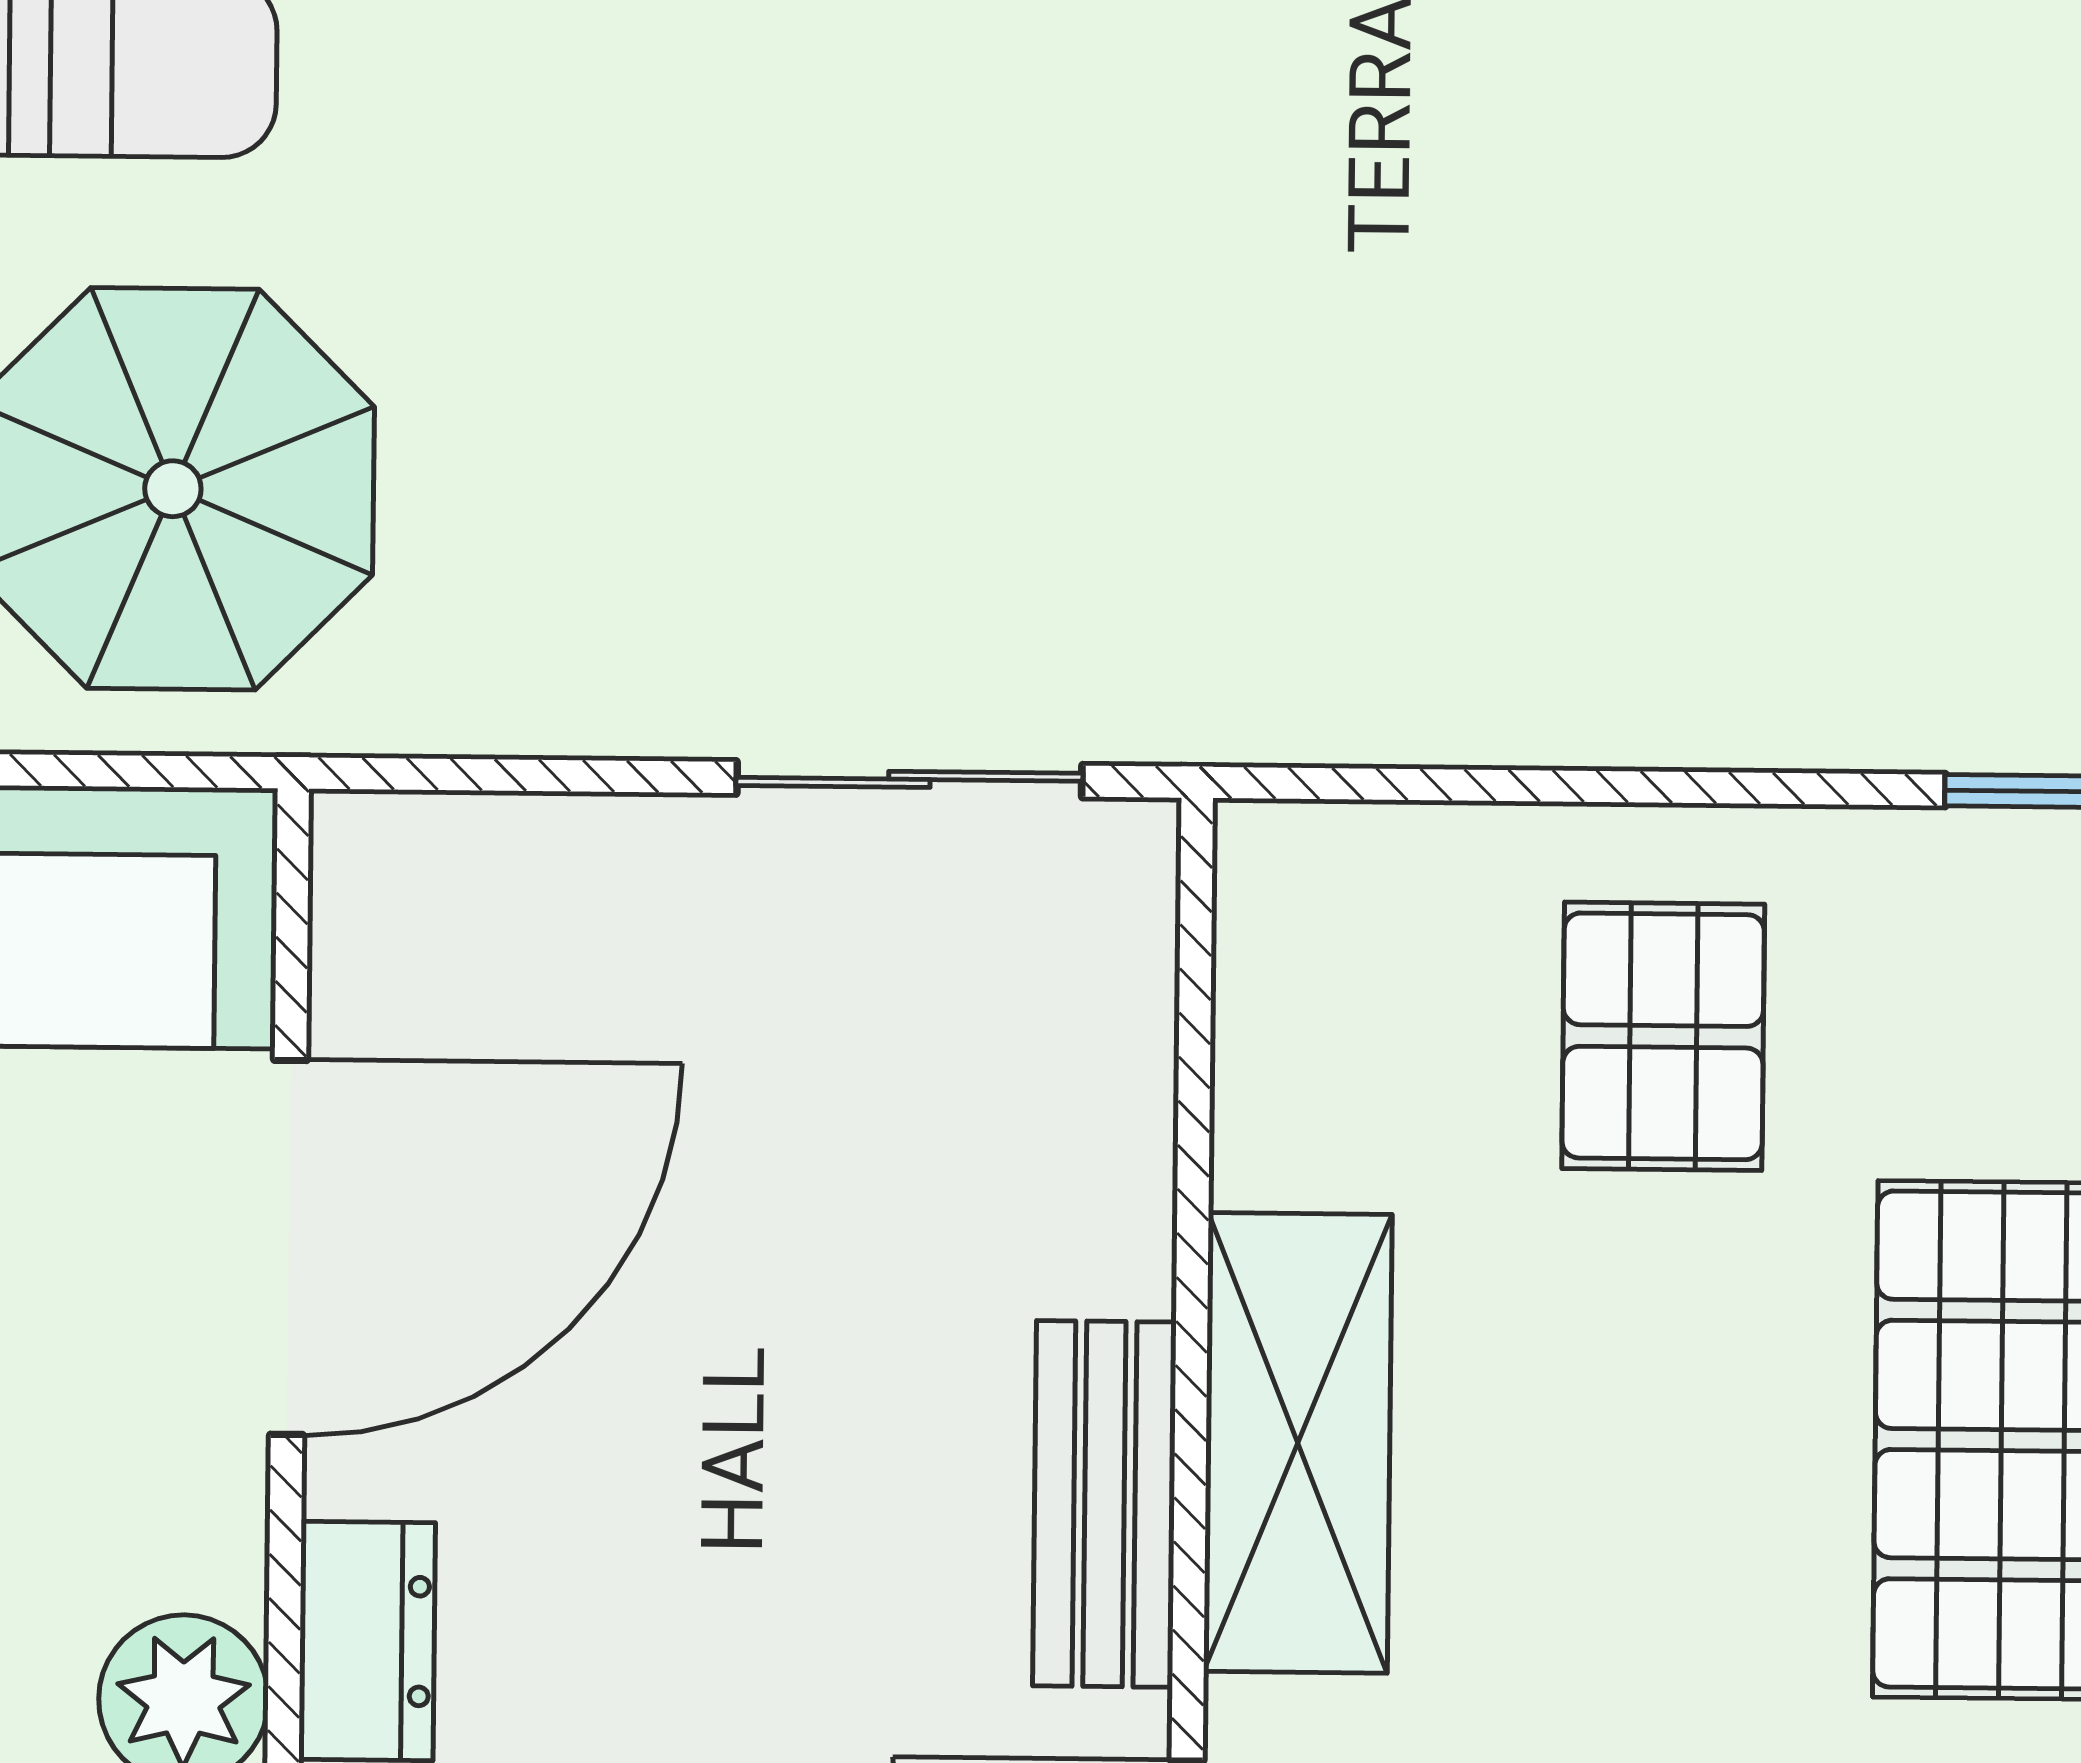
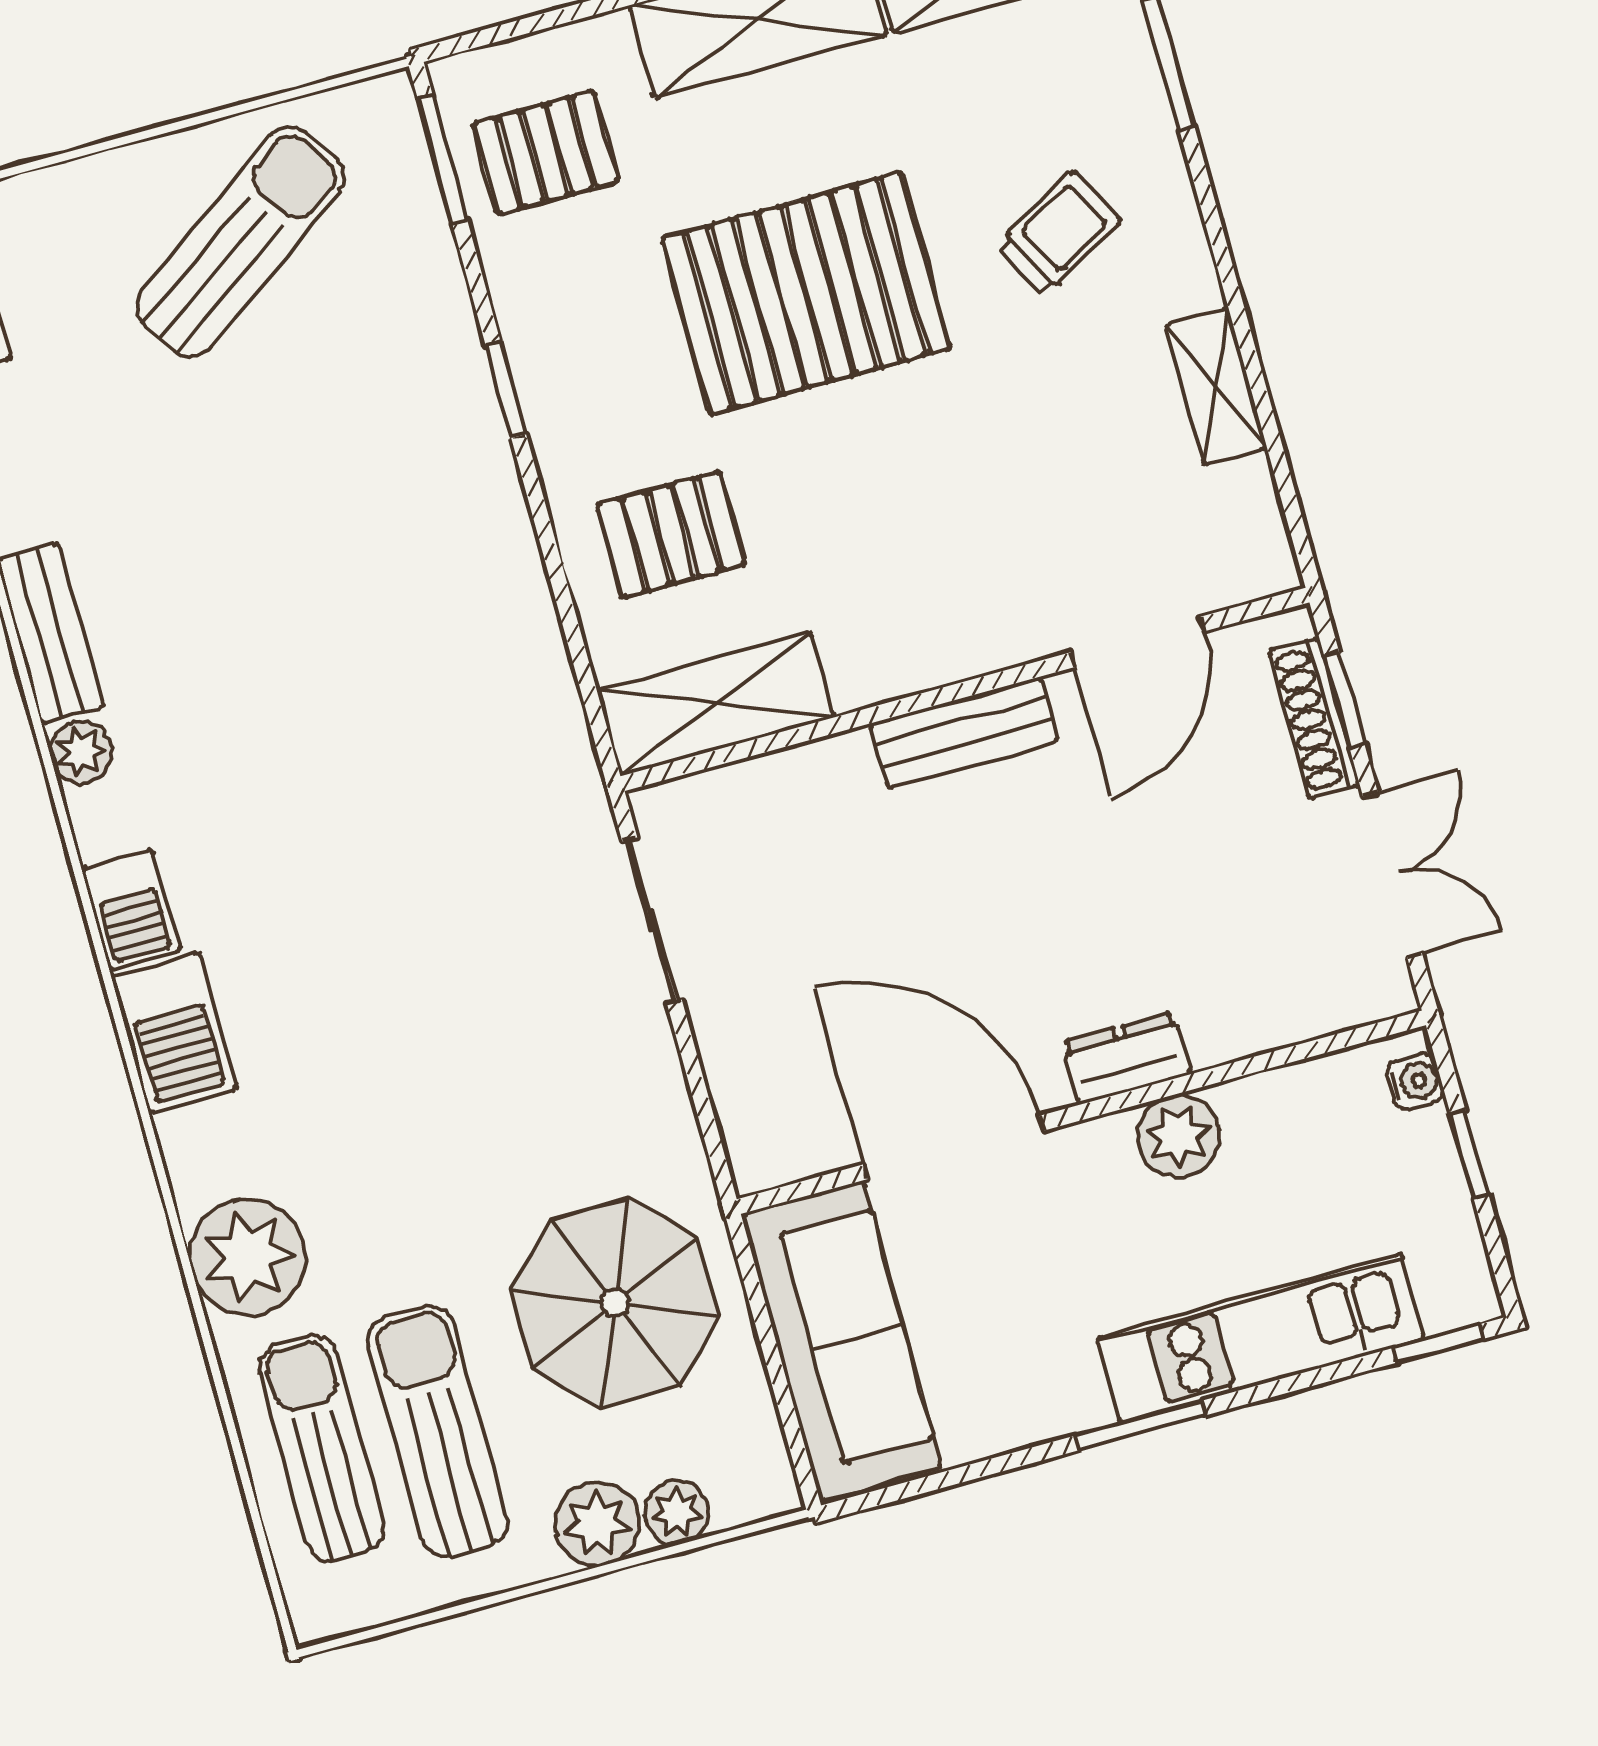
shelving: (1298, 1443) -> (716, 704), moved

